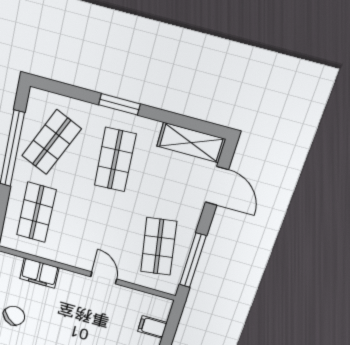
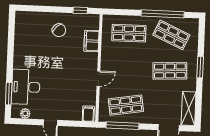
filing cabinet: (152, 327) -> (88, 114), moved

